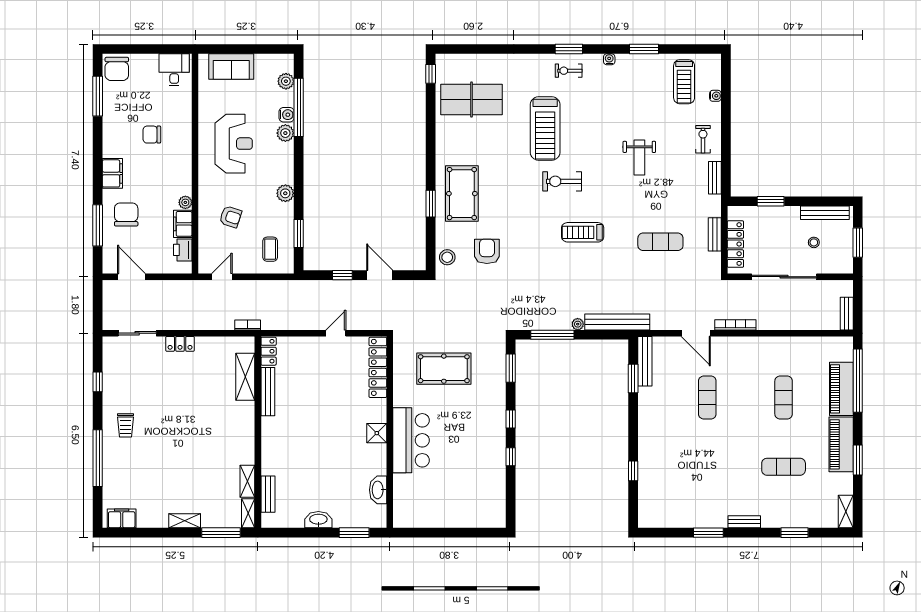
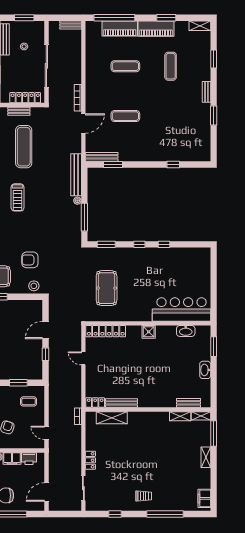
exercise mat: (660, 242) -> (24, 147), width x1.36, depth x1.45
bar counter: (411, 440) -> (181, 309), moved, width x1.36

